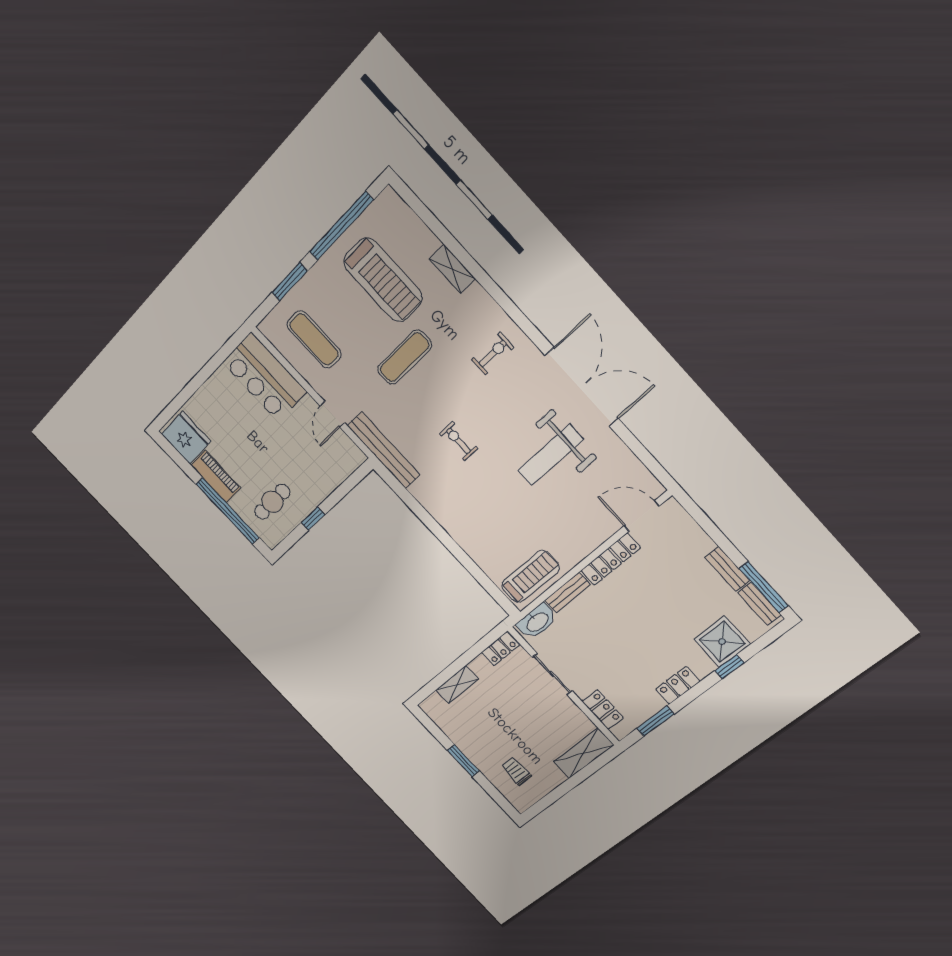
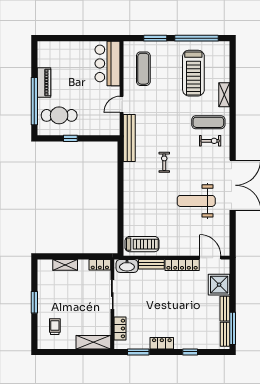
exercise mat: (405, 357) -> (208, 122), moved
fridge: (186, 438) -> (47, 55), removed
cafe table: (272, 502) -> (59, 115), width x1.37, depth x1.35
shower: (722, 642) -> (219, 285), moved

